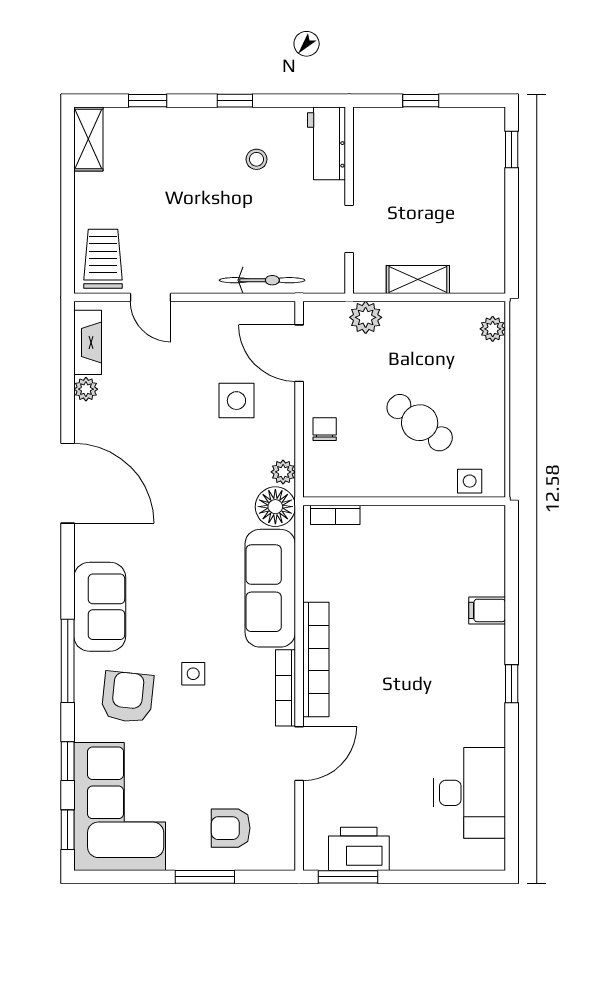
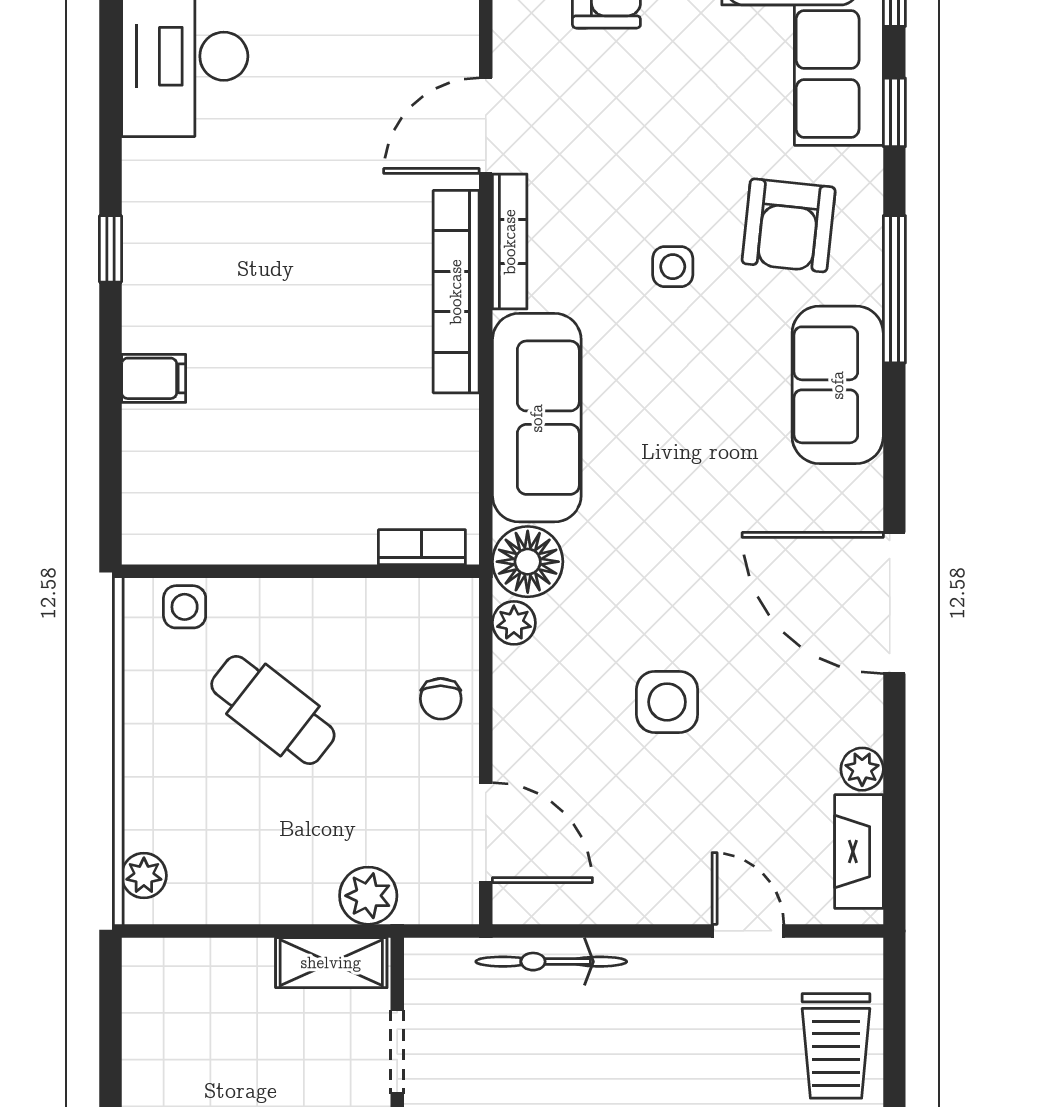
trolley: (103, 259) -> (836, 1046), moved
shelving: (418, 280) -> (331, 963), moved
side table: (236, 401) -> (667, 702), moved

